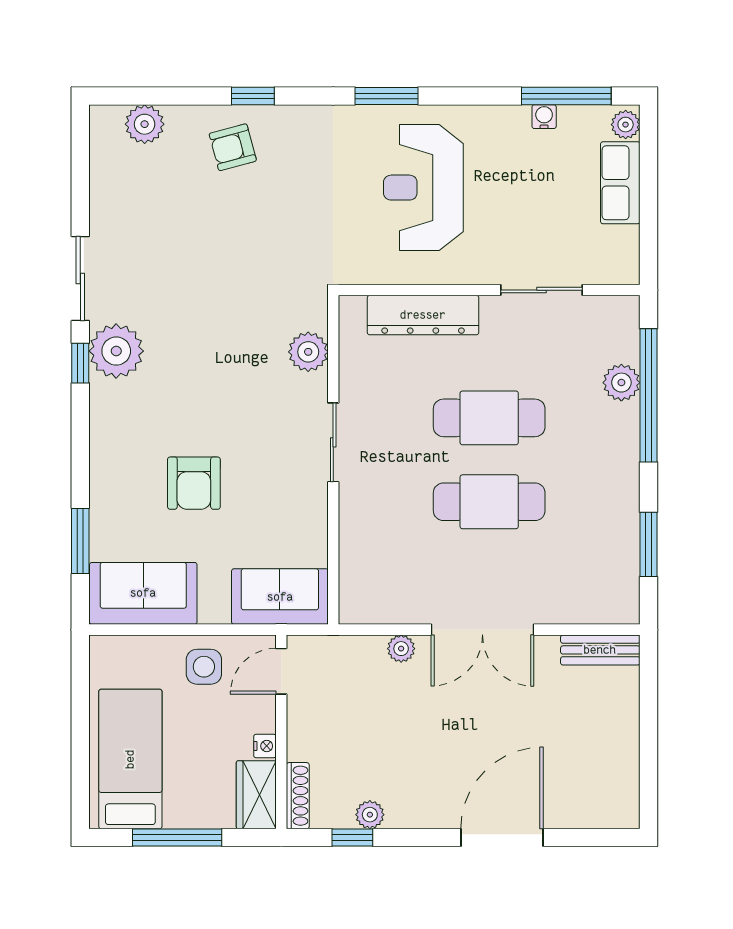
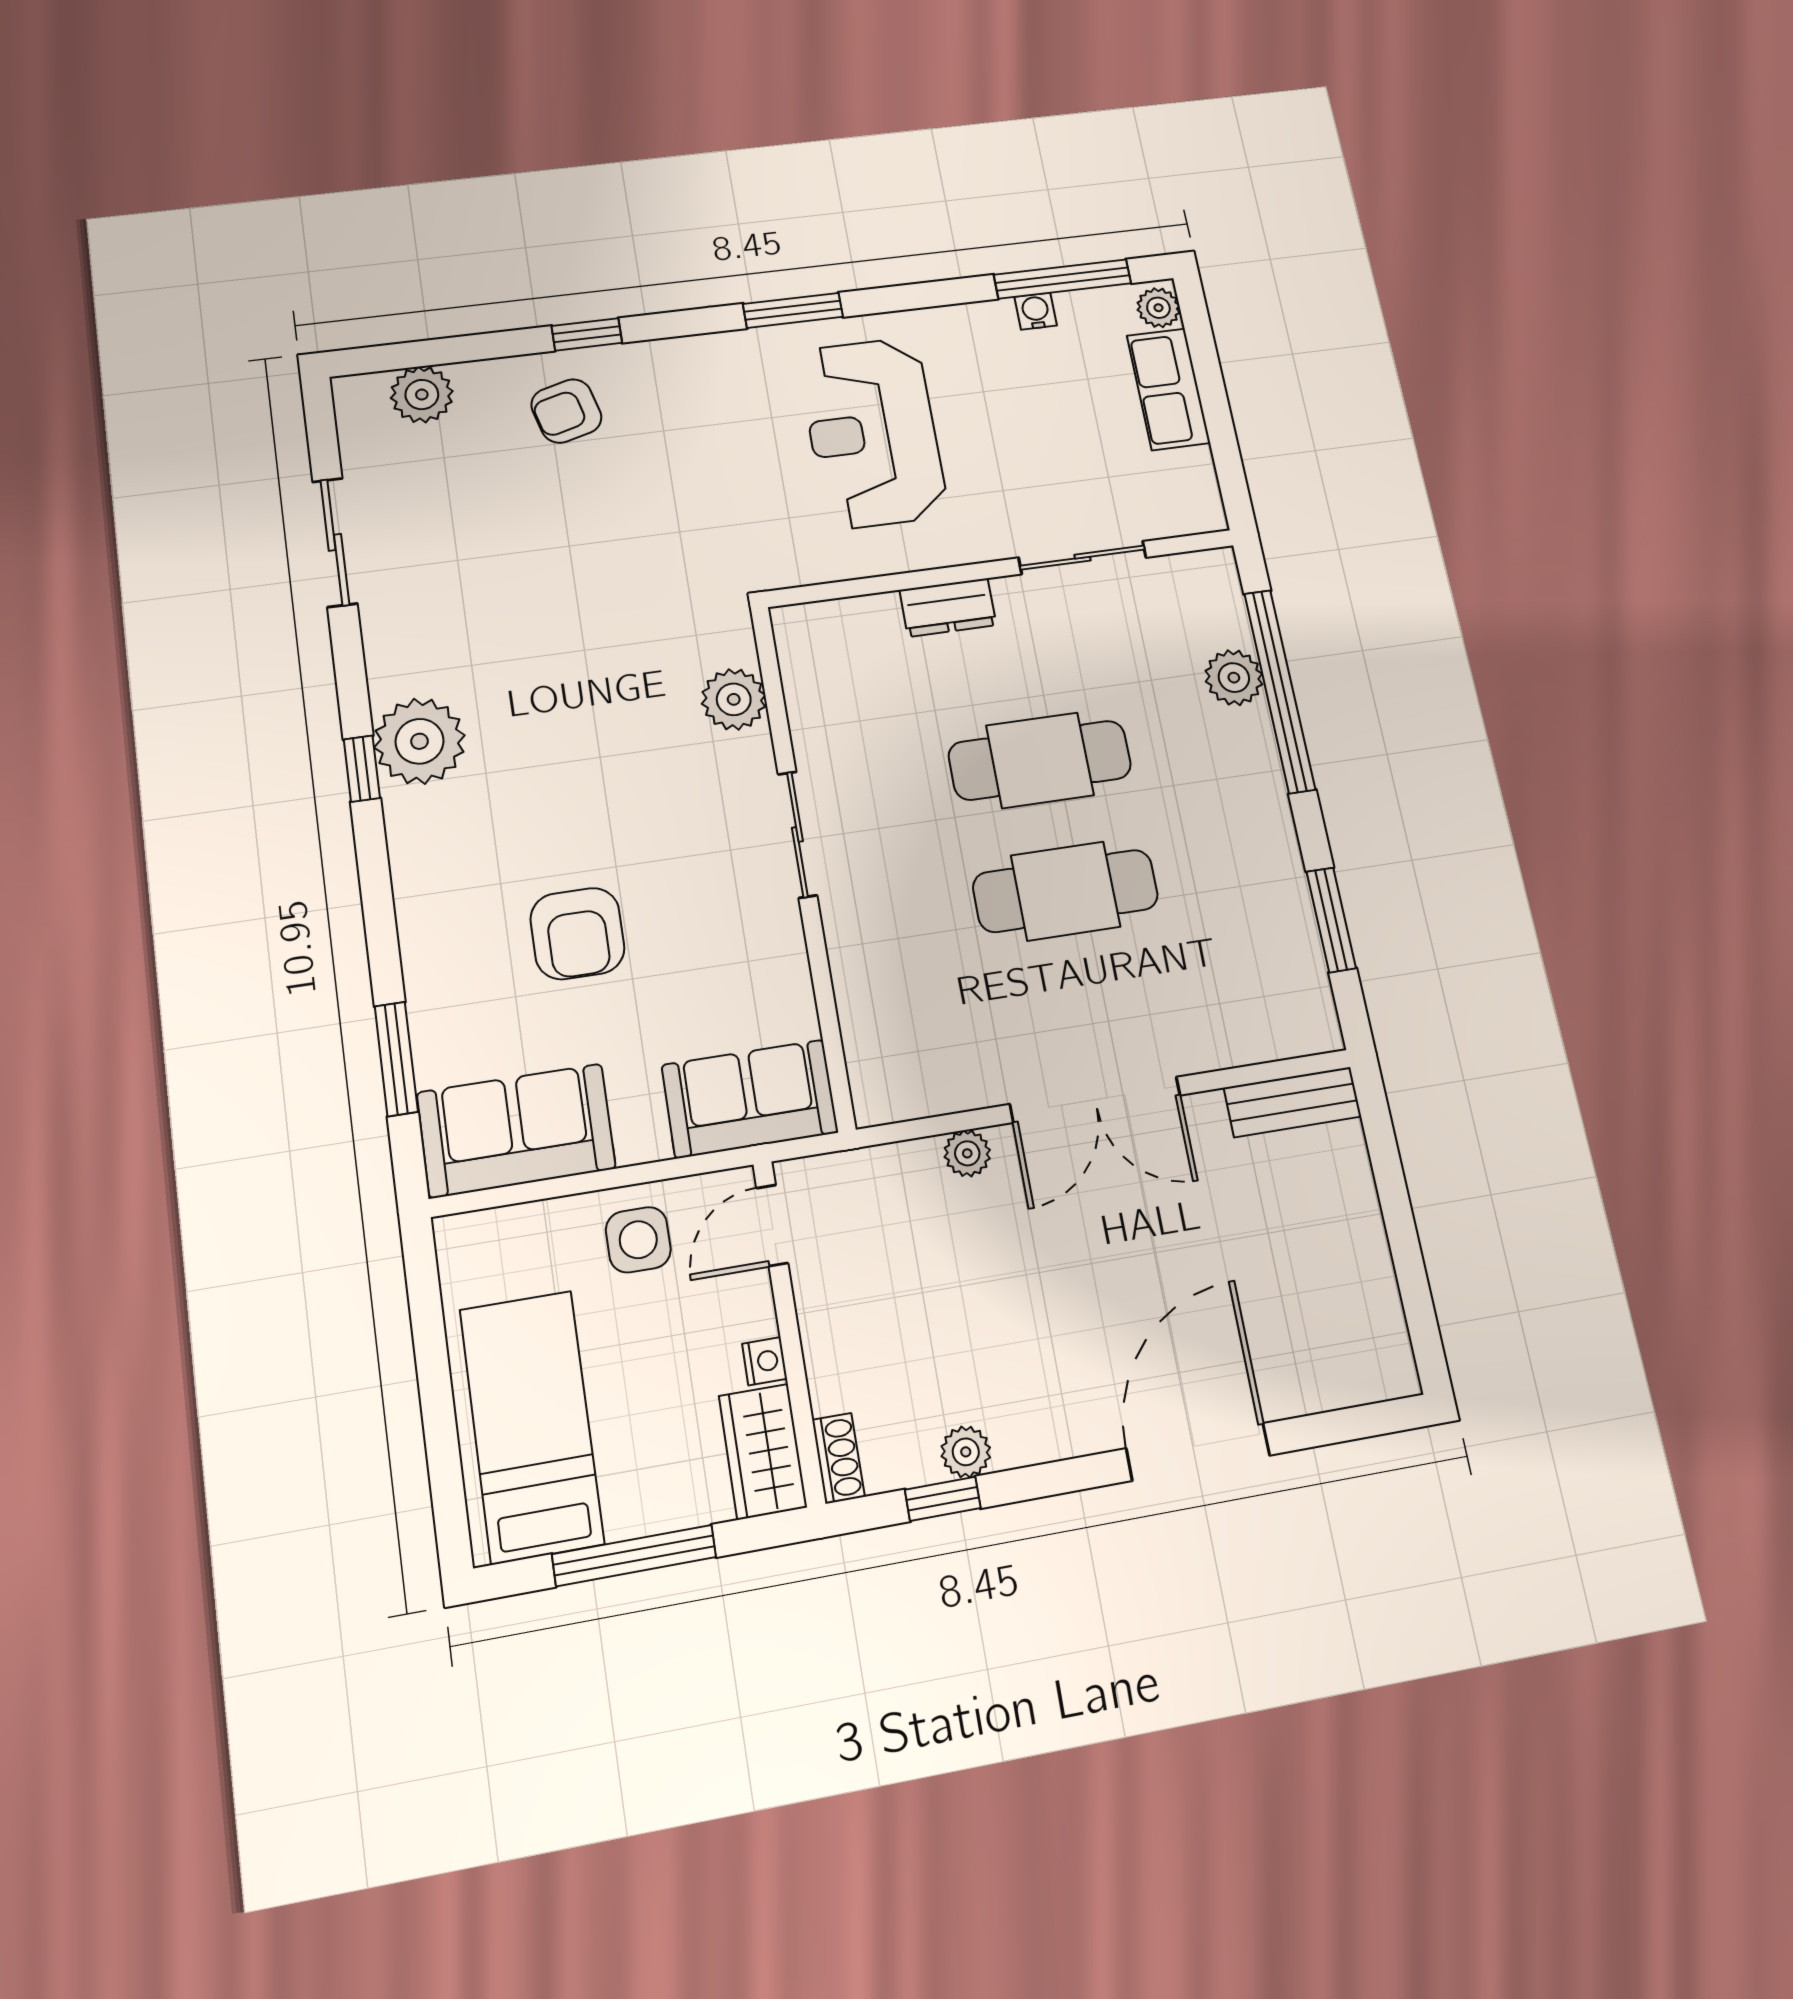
sliding door: (80, 279) -> (335, 542), moved
dresser: (423, 315) -> (948, 607), width x0.51, depth x0.80
shoe rack: (298, 796) -> (838, 1458), width x0.70

